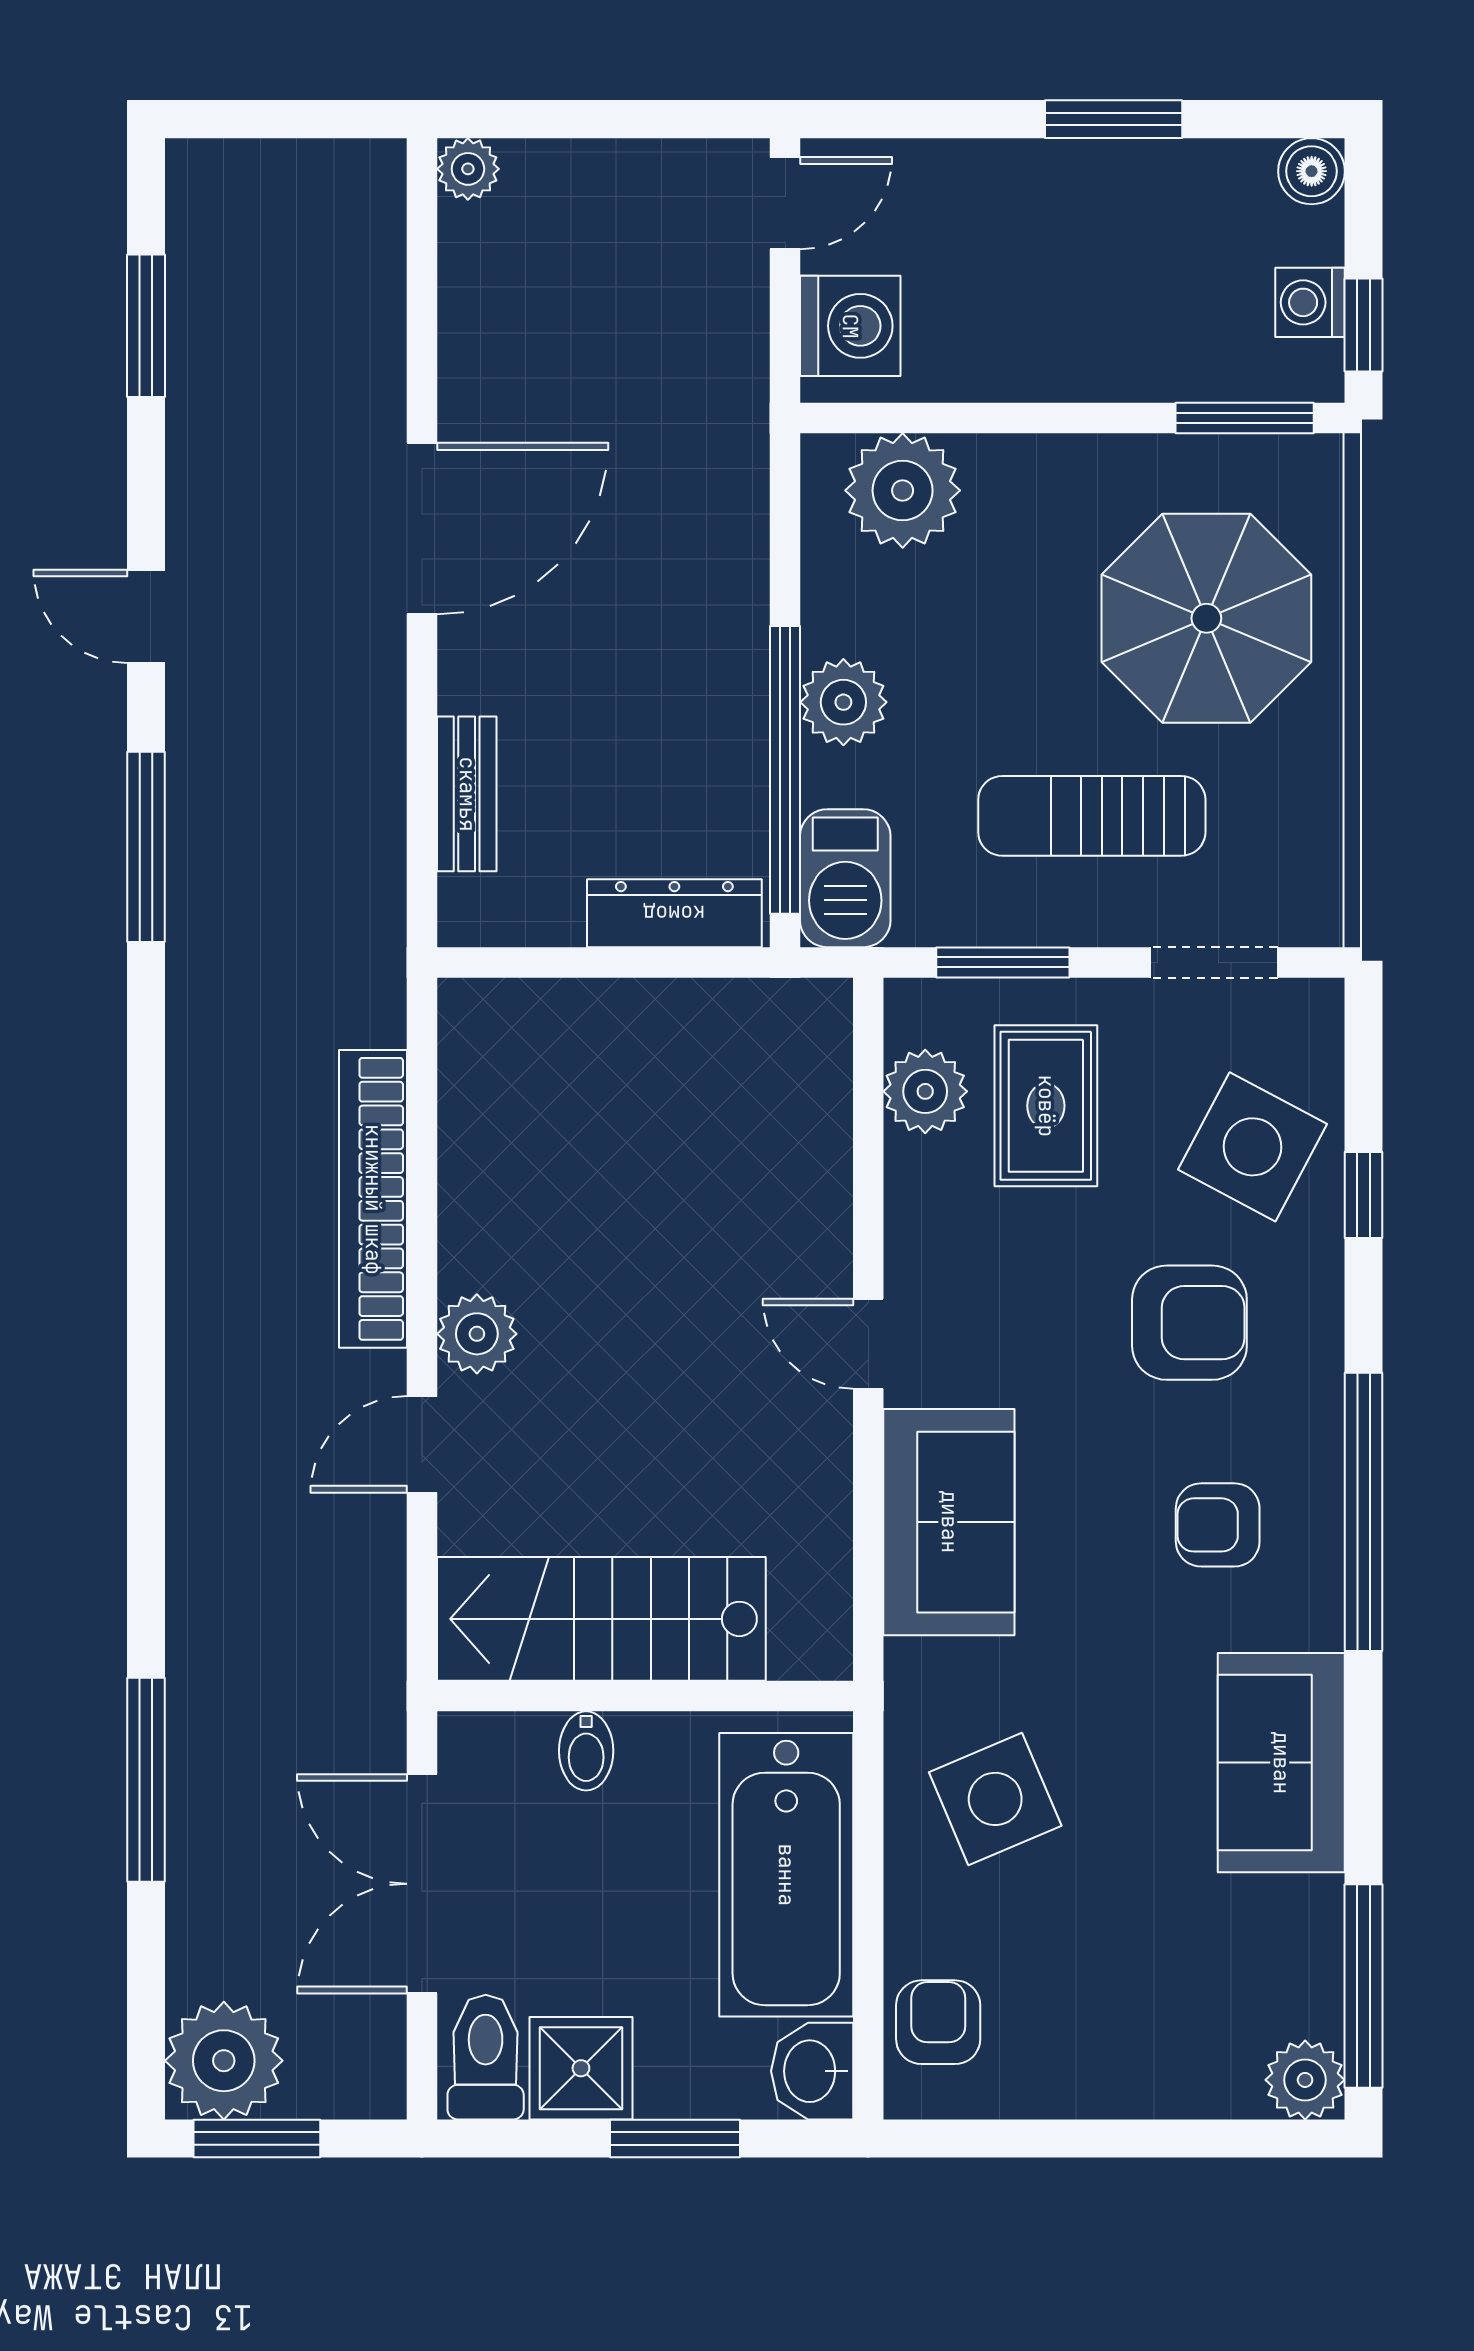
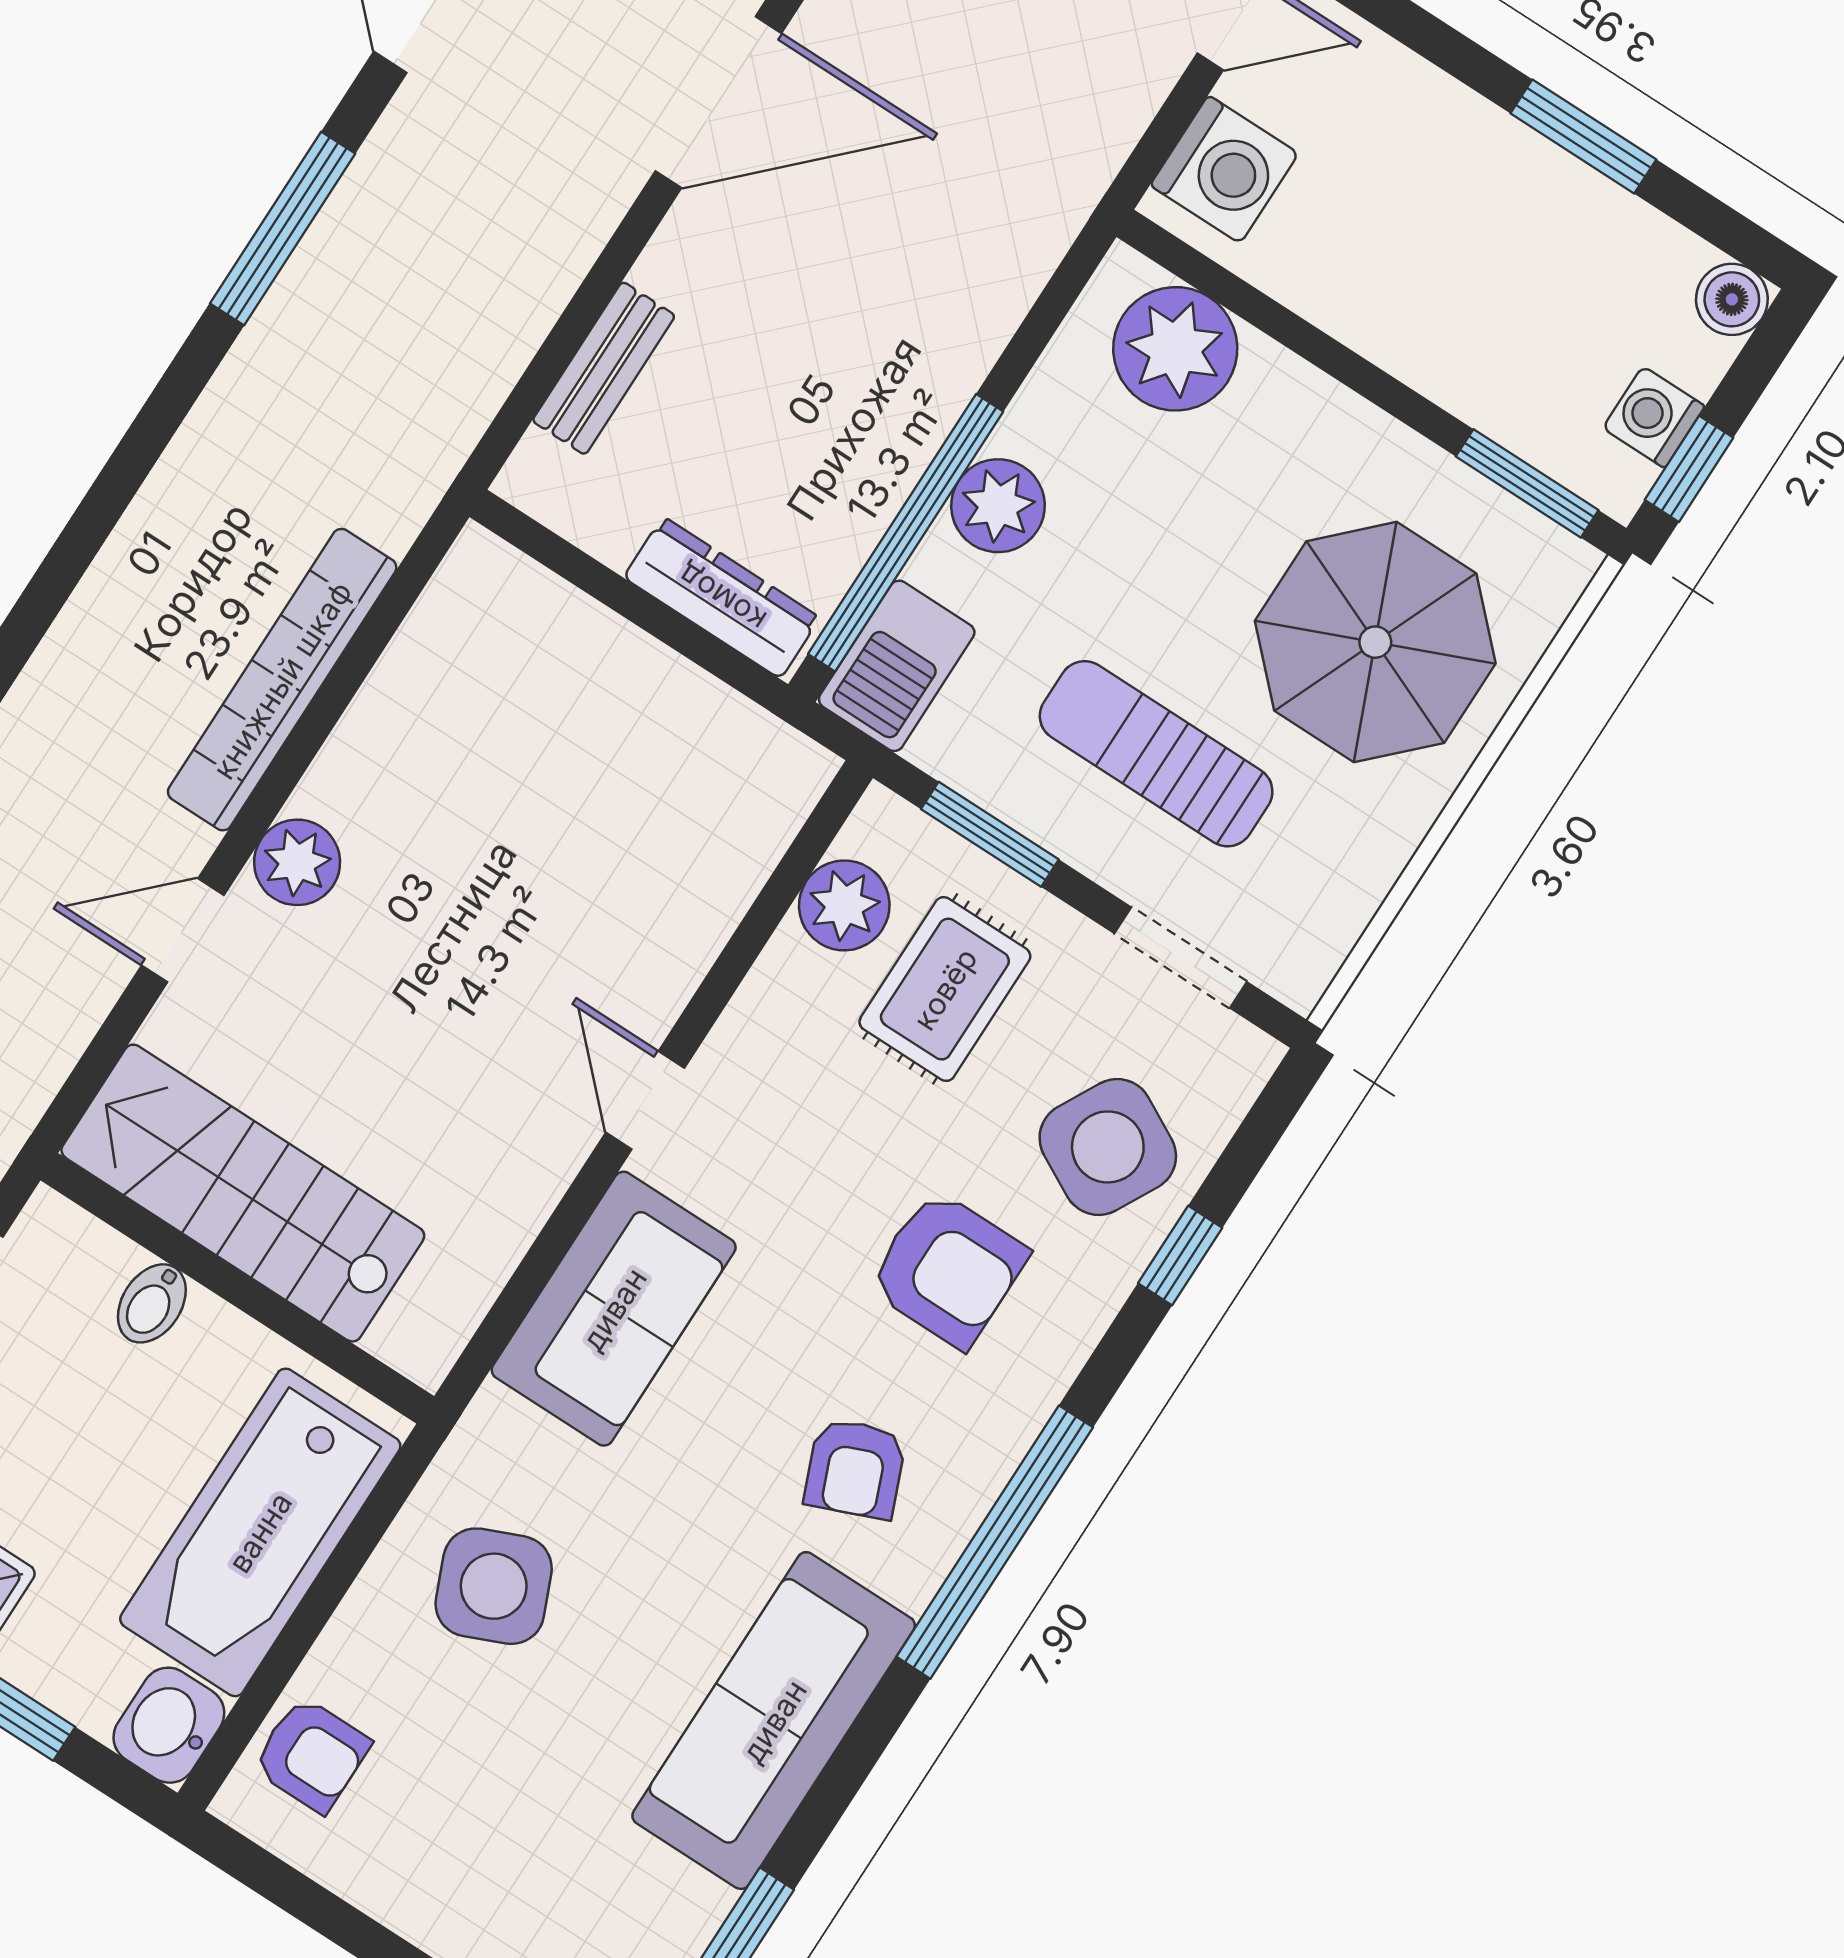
armchair: (1218, 1525) -> (855, 1469), turned -112
sofa: (1281, 1763) -> (774, 1721), width x1.36
armchair: (938, 2022) -> (312, 1755), turned 90

